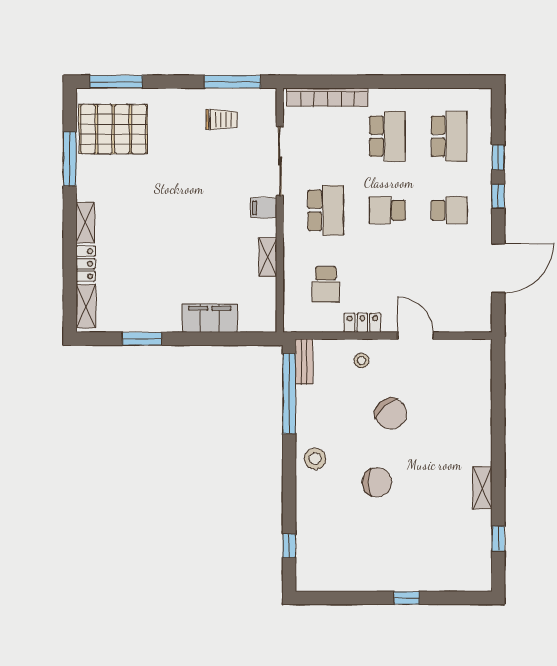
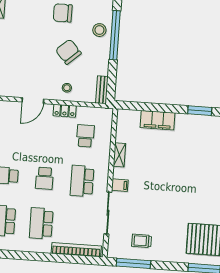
school desk: (387, 210) -> (44, 178), turned 90
door: (415, 336) -> (33, 101), hinge flipped
window: (289, 394) -> (115, 35), moved
chair: (391, 414) -> (68, 52), moved

